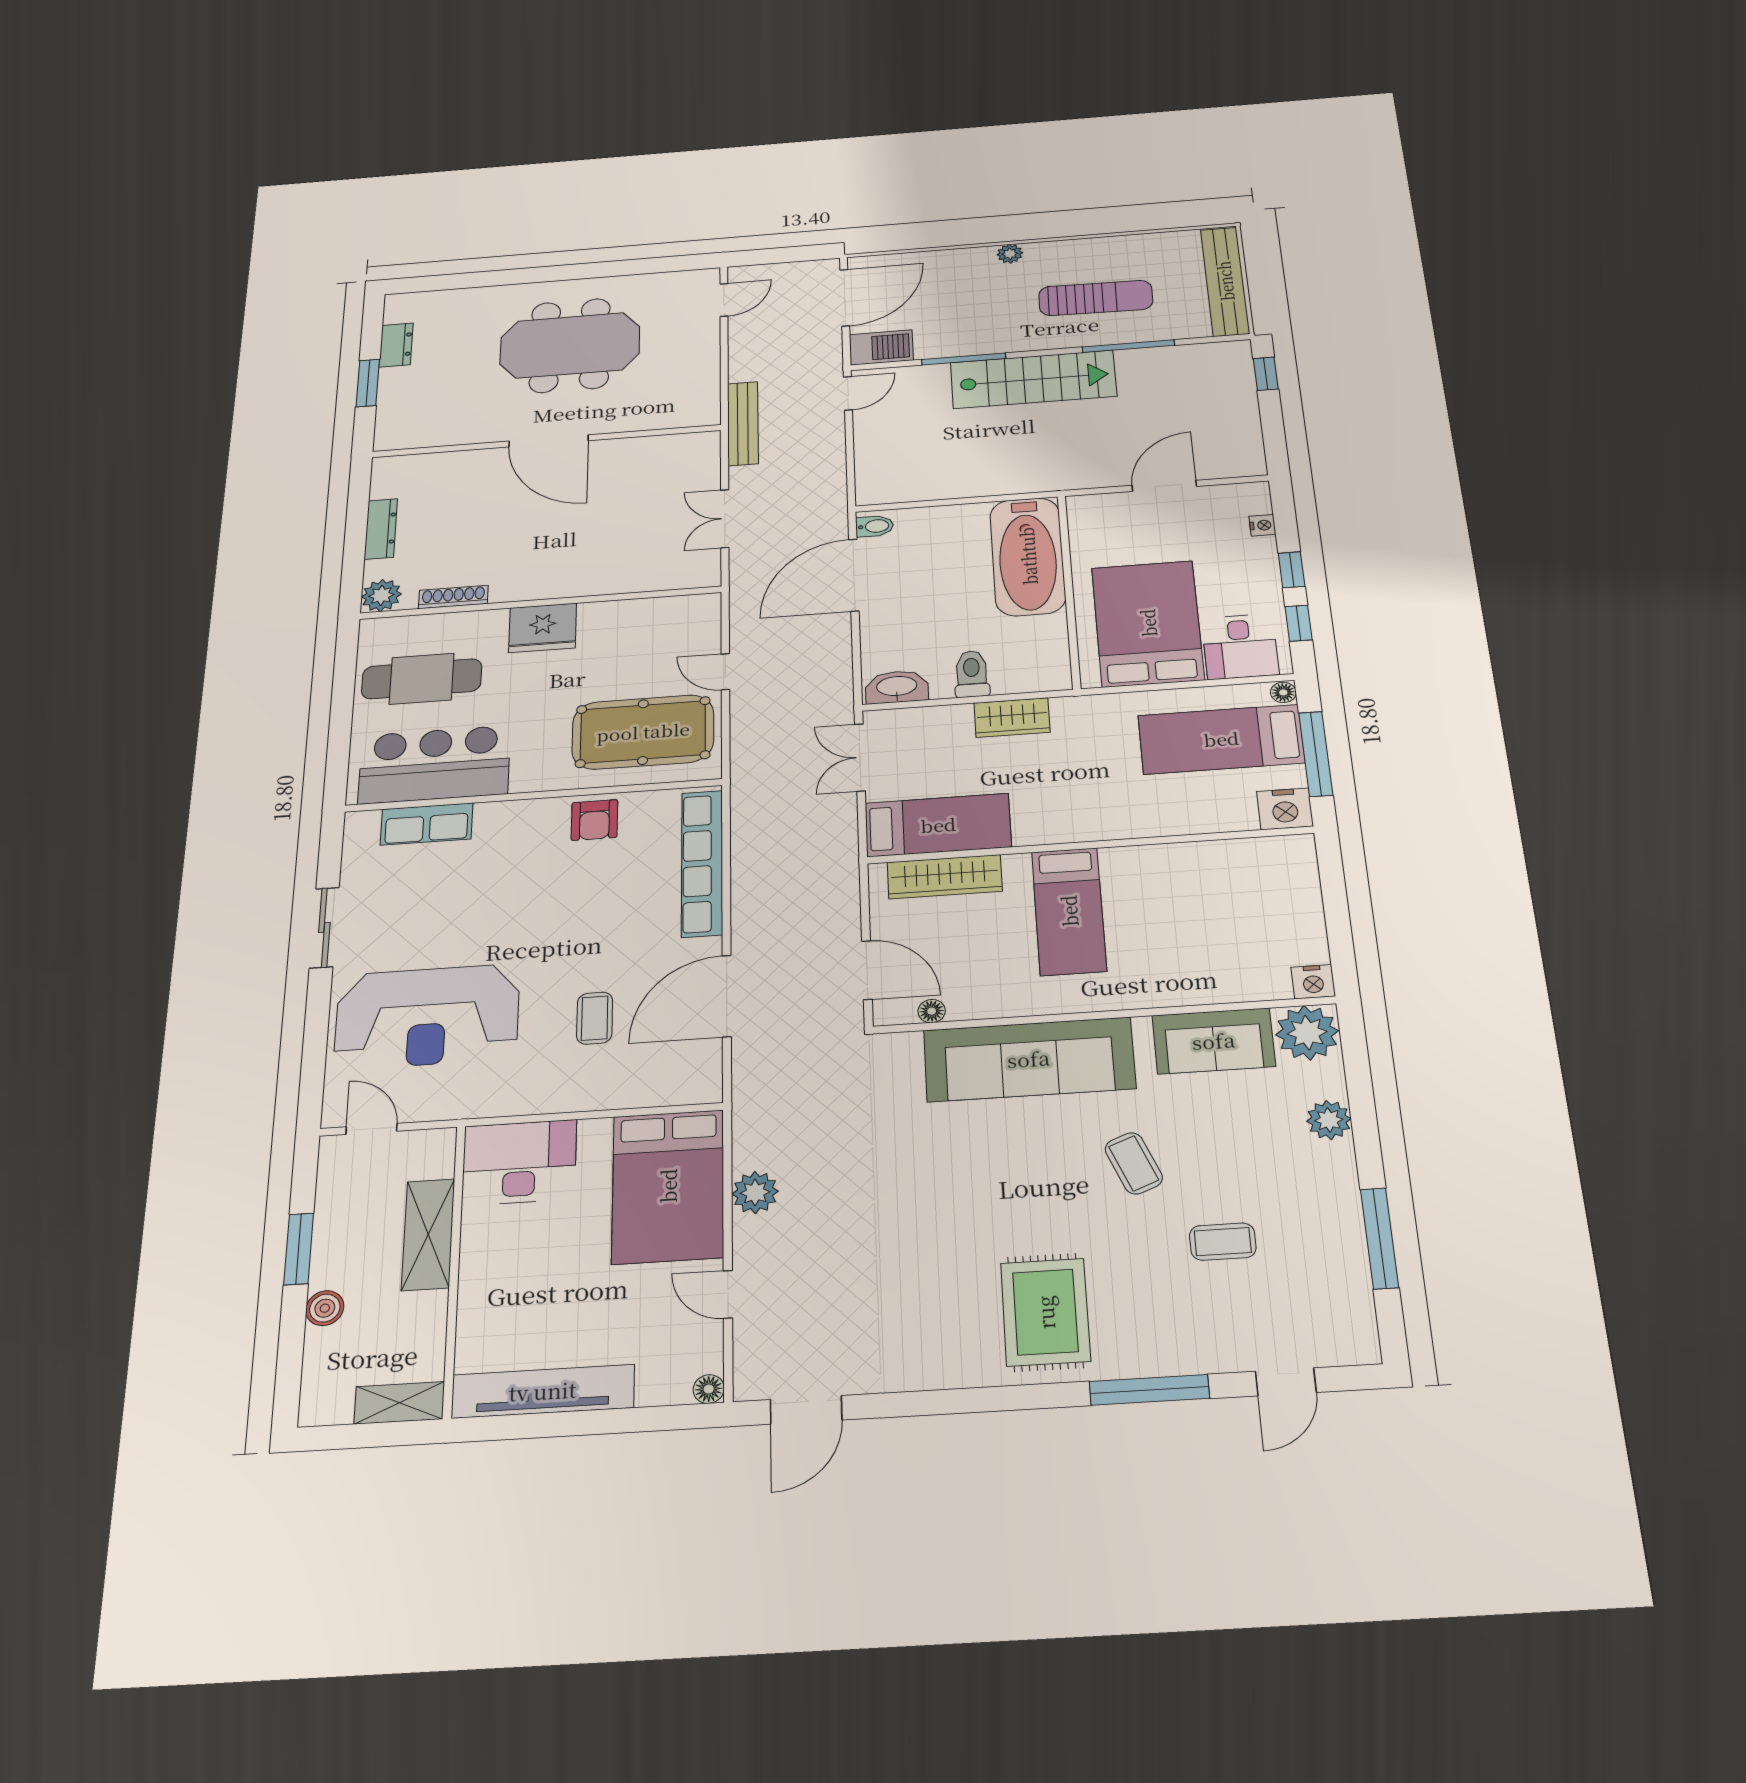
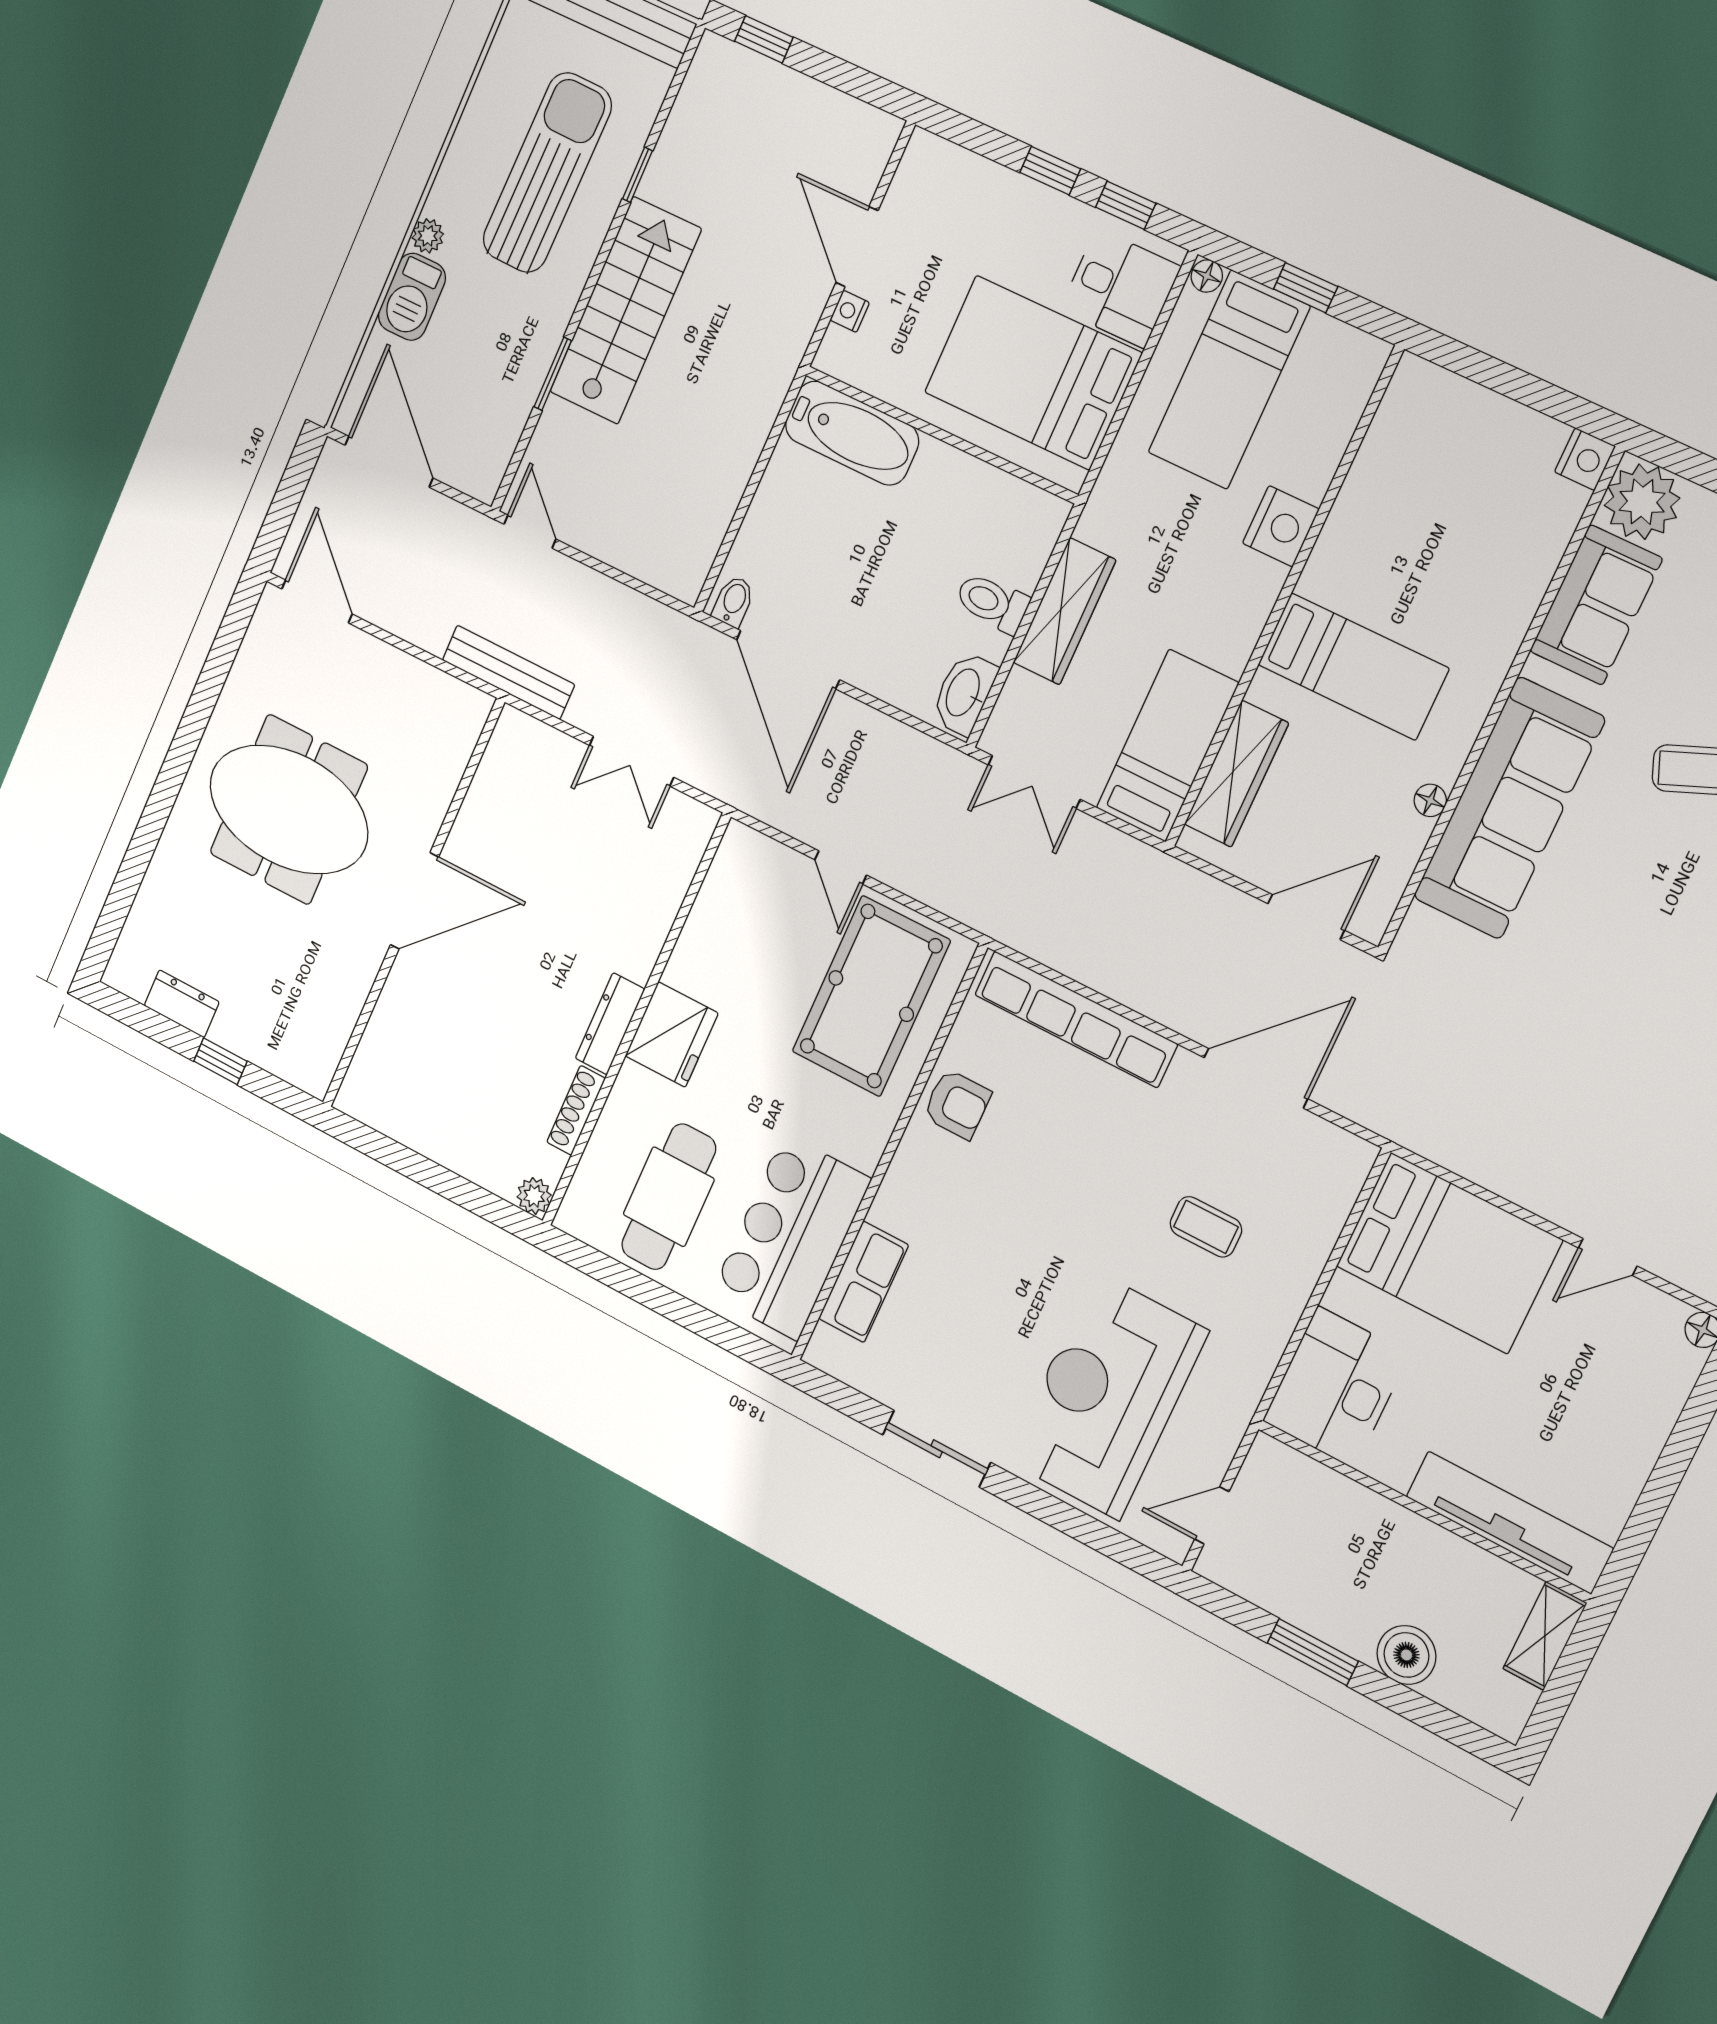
sun lounger: (1096, 298) -> (547, 173), width x1.36, depth x1.34
door: (724, 300) -> (317, 601), width x1.38
meeting table: (570, 345) -> (289, 809), turned 90
window: (1128, 346) -> (638, 175), width x0.46
barbecue: (881, 347) -> (412, 297), moved, turned 180
window: (964, 359) -> (553, 374), width x0.69
window: (368, 383) -> (220, 1061), width x0.67
nightstand: (1262, 525) -> (850, 311), moved, turned -90
dresser: (381, 529) -> (610, 1024), moved, turned -90
bathtub: (1028, 556) -> (852, 433), width x0.73, depth x0.73
plant: (381, 595) -> (534, 1196), width x0.73, depth x0.73
door: (725, 672) -> (841, 867), hinge flipped
wardrobe: (1012, 718) -> (1065, 611), width x1.50
window: (1316, 754) -> (1306, 288), width x0.46
nightstand: (1285, 809) -> (1281, 526), moved
door: (727, 996) -> (1256, 1078), swing flipped
floor lamp: (932, 1011) -> (1430, 800), moved
reception desk: (427, 1017) -> (1107, 1396), turned 180
plant: (755, 1193) -> (1506, 1170), removed
shelving: (428, 1234) -> (1369, 1518), removed
boiler: (325, 1308) -> (1406, 1655), width x1.36, depth x1.36
tv unit: (543, 1391) -> (1509, 1522), moved, turned 90

